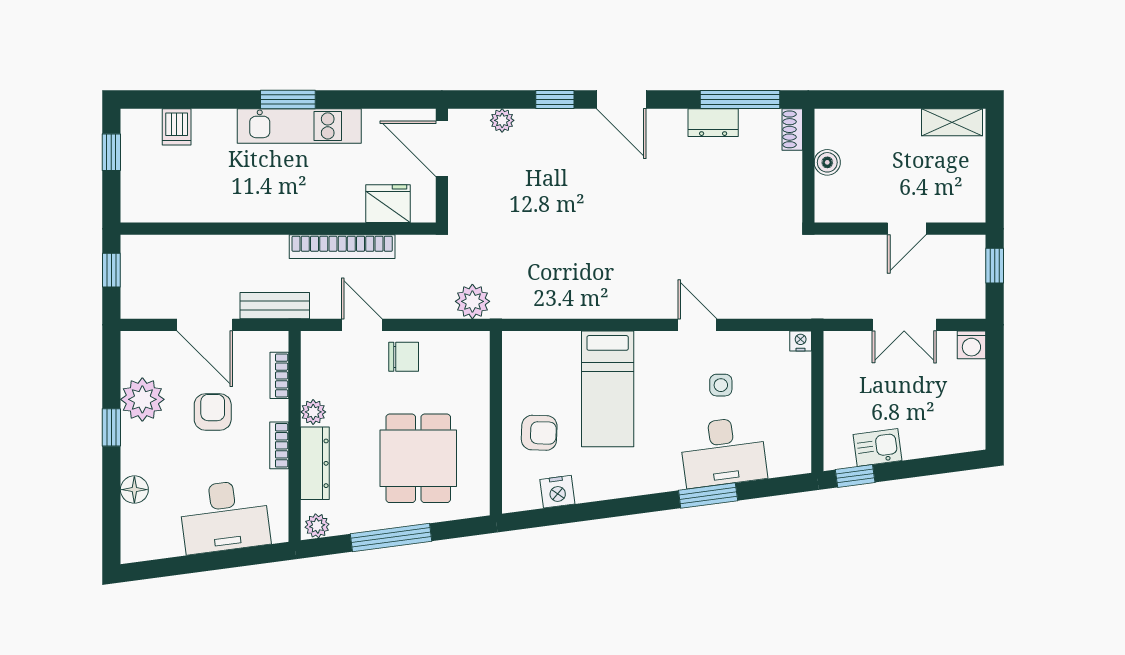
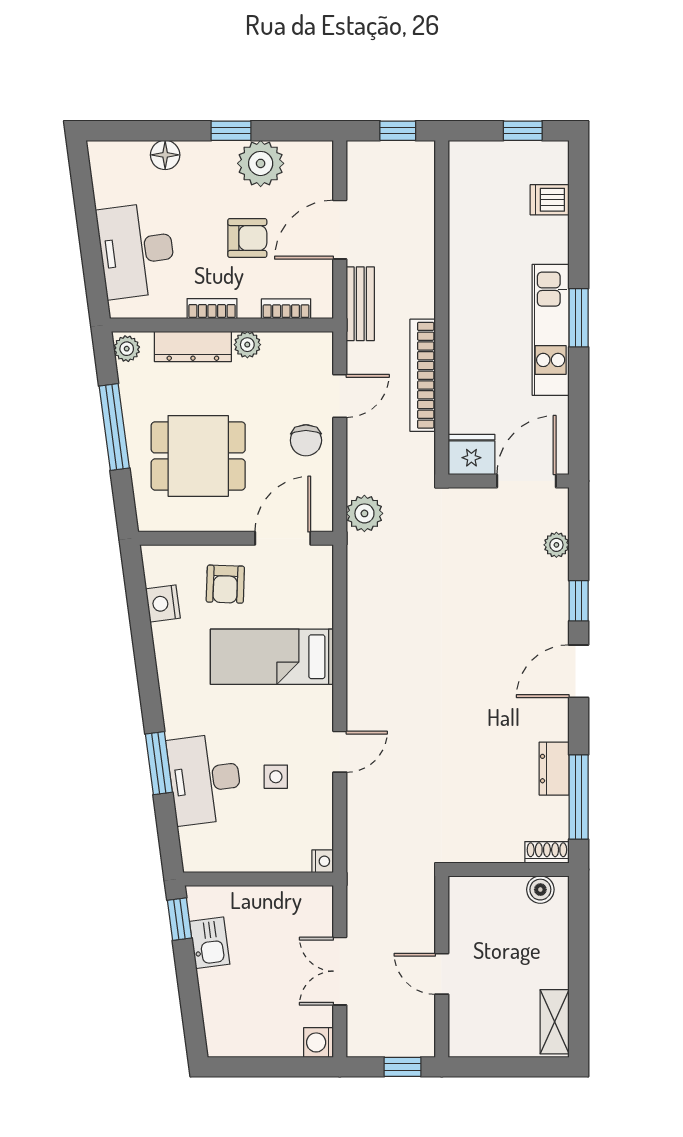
boiler: (827, 162) -> (540, 890), moved
fridge: (388, 204) -> (471, 454), moved, turned -90
door: (496, 379) -> (283, 538), added

